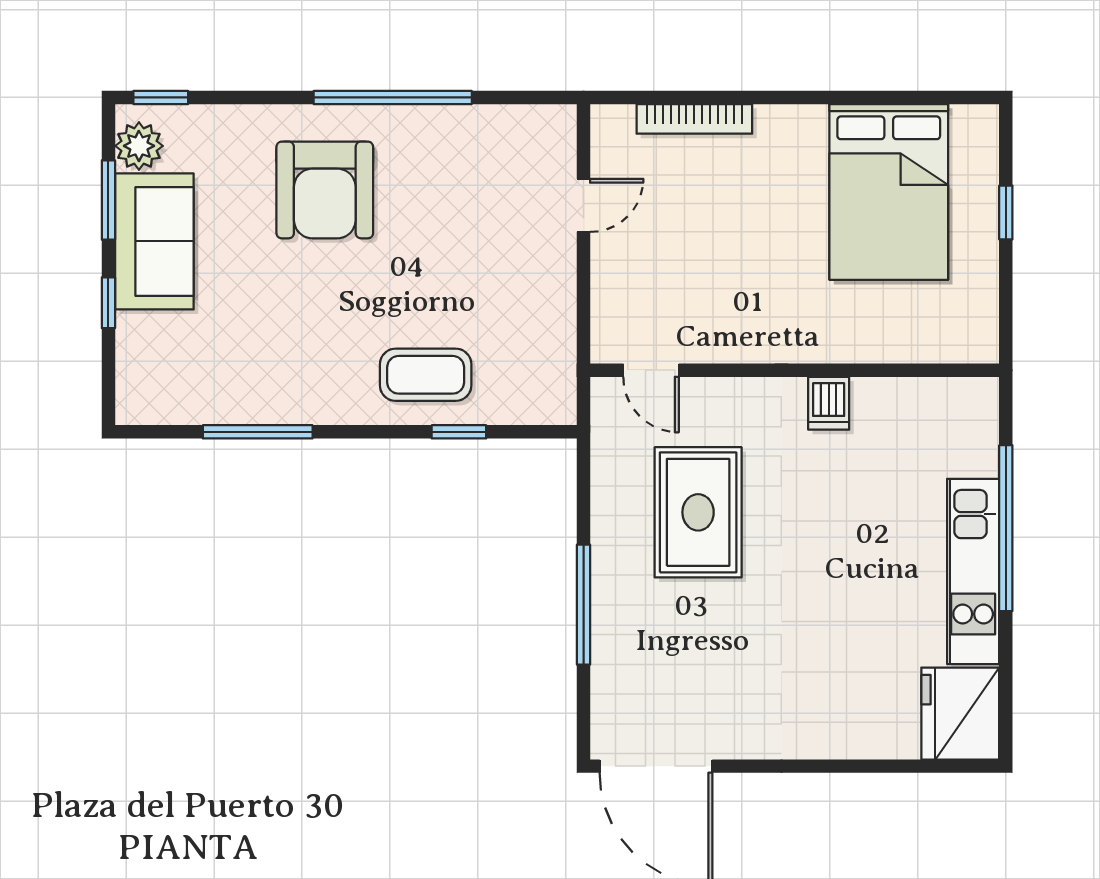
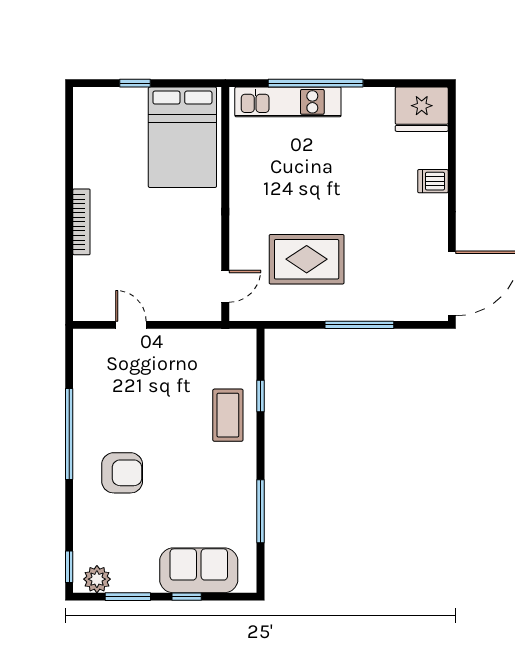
bookcase: (694, 119) -> (81, 222), moved
armchair: (325, 190) -> (122, 473), width x0.73, depth x0.73
bed: (889, 192) -> (182, 137), moved, turned 90
sofa: (154, 241) -> (199, 570), moved
dishwasher: (829, 403) -> (433, 181), moved, turned 180
kitchen unit: (973, 571) -> (288, 102), moved

